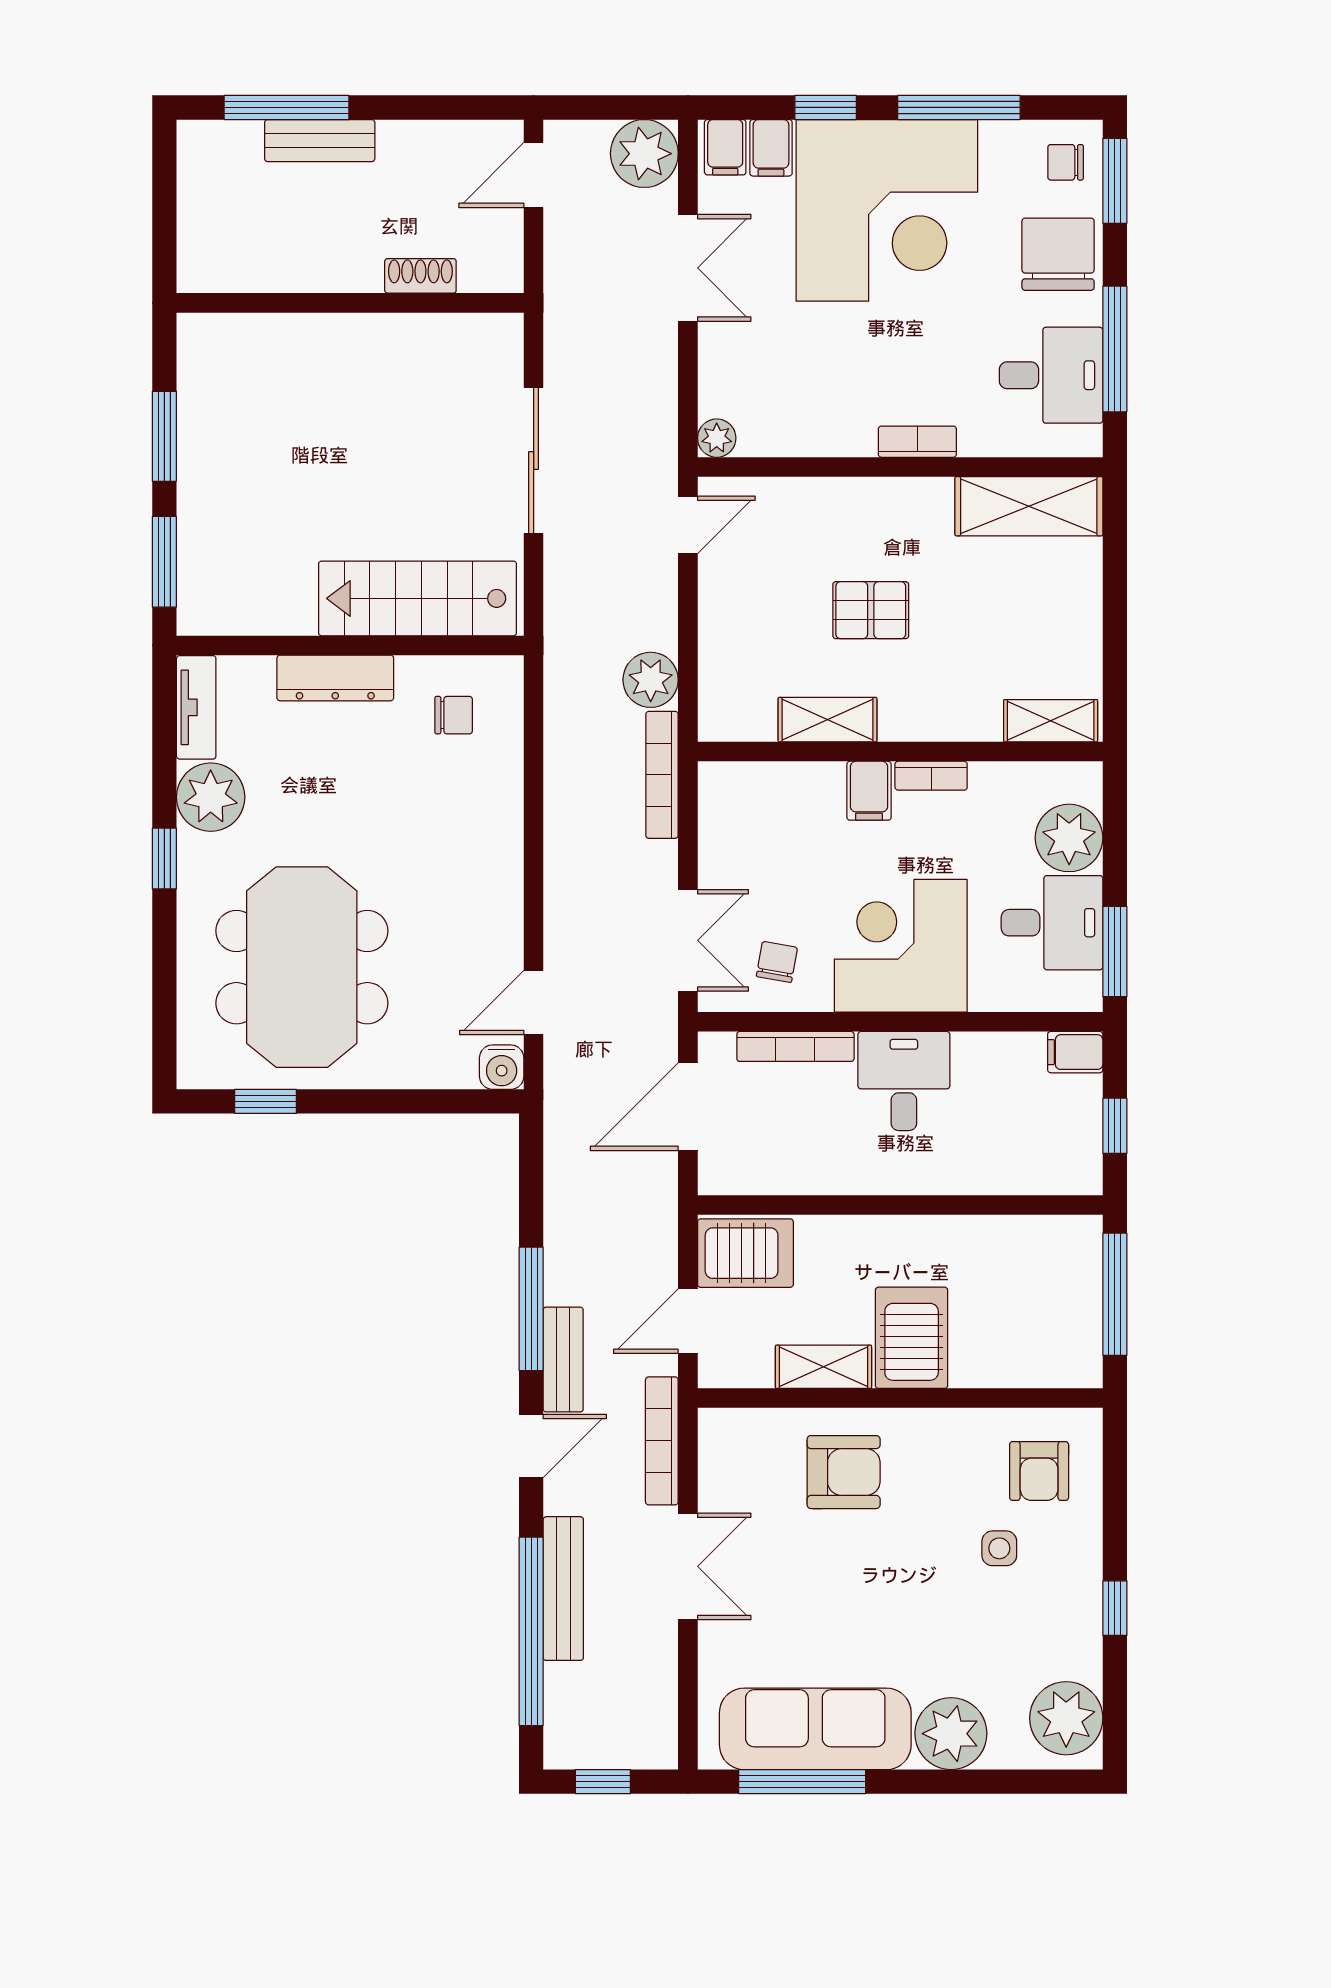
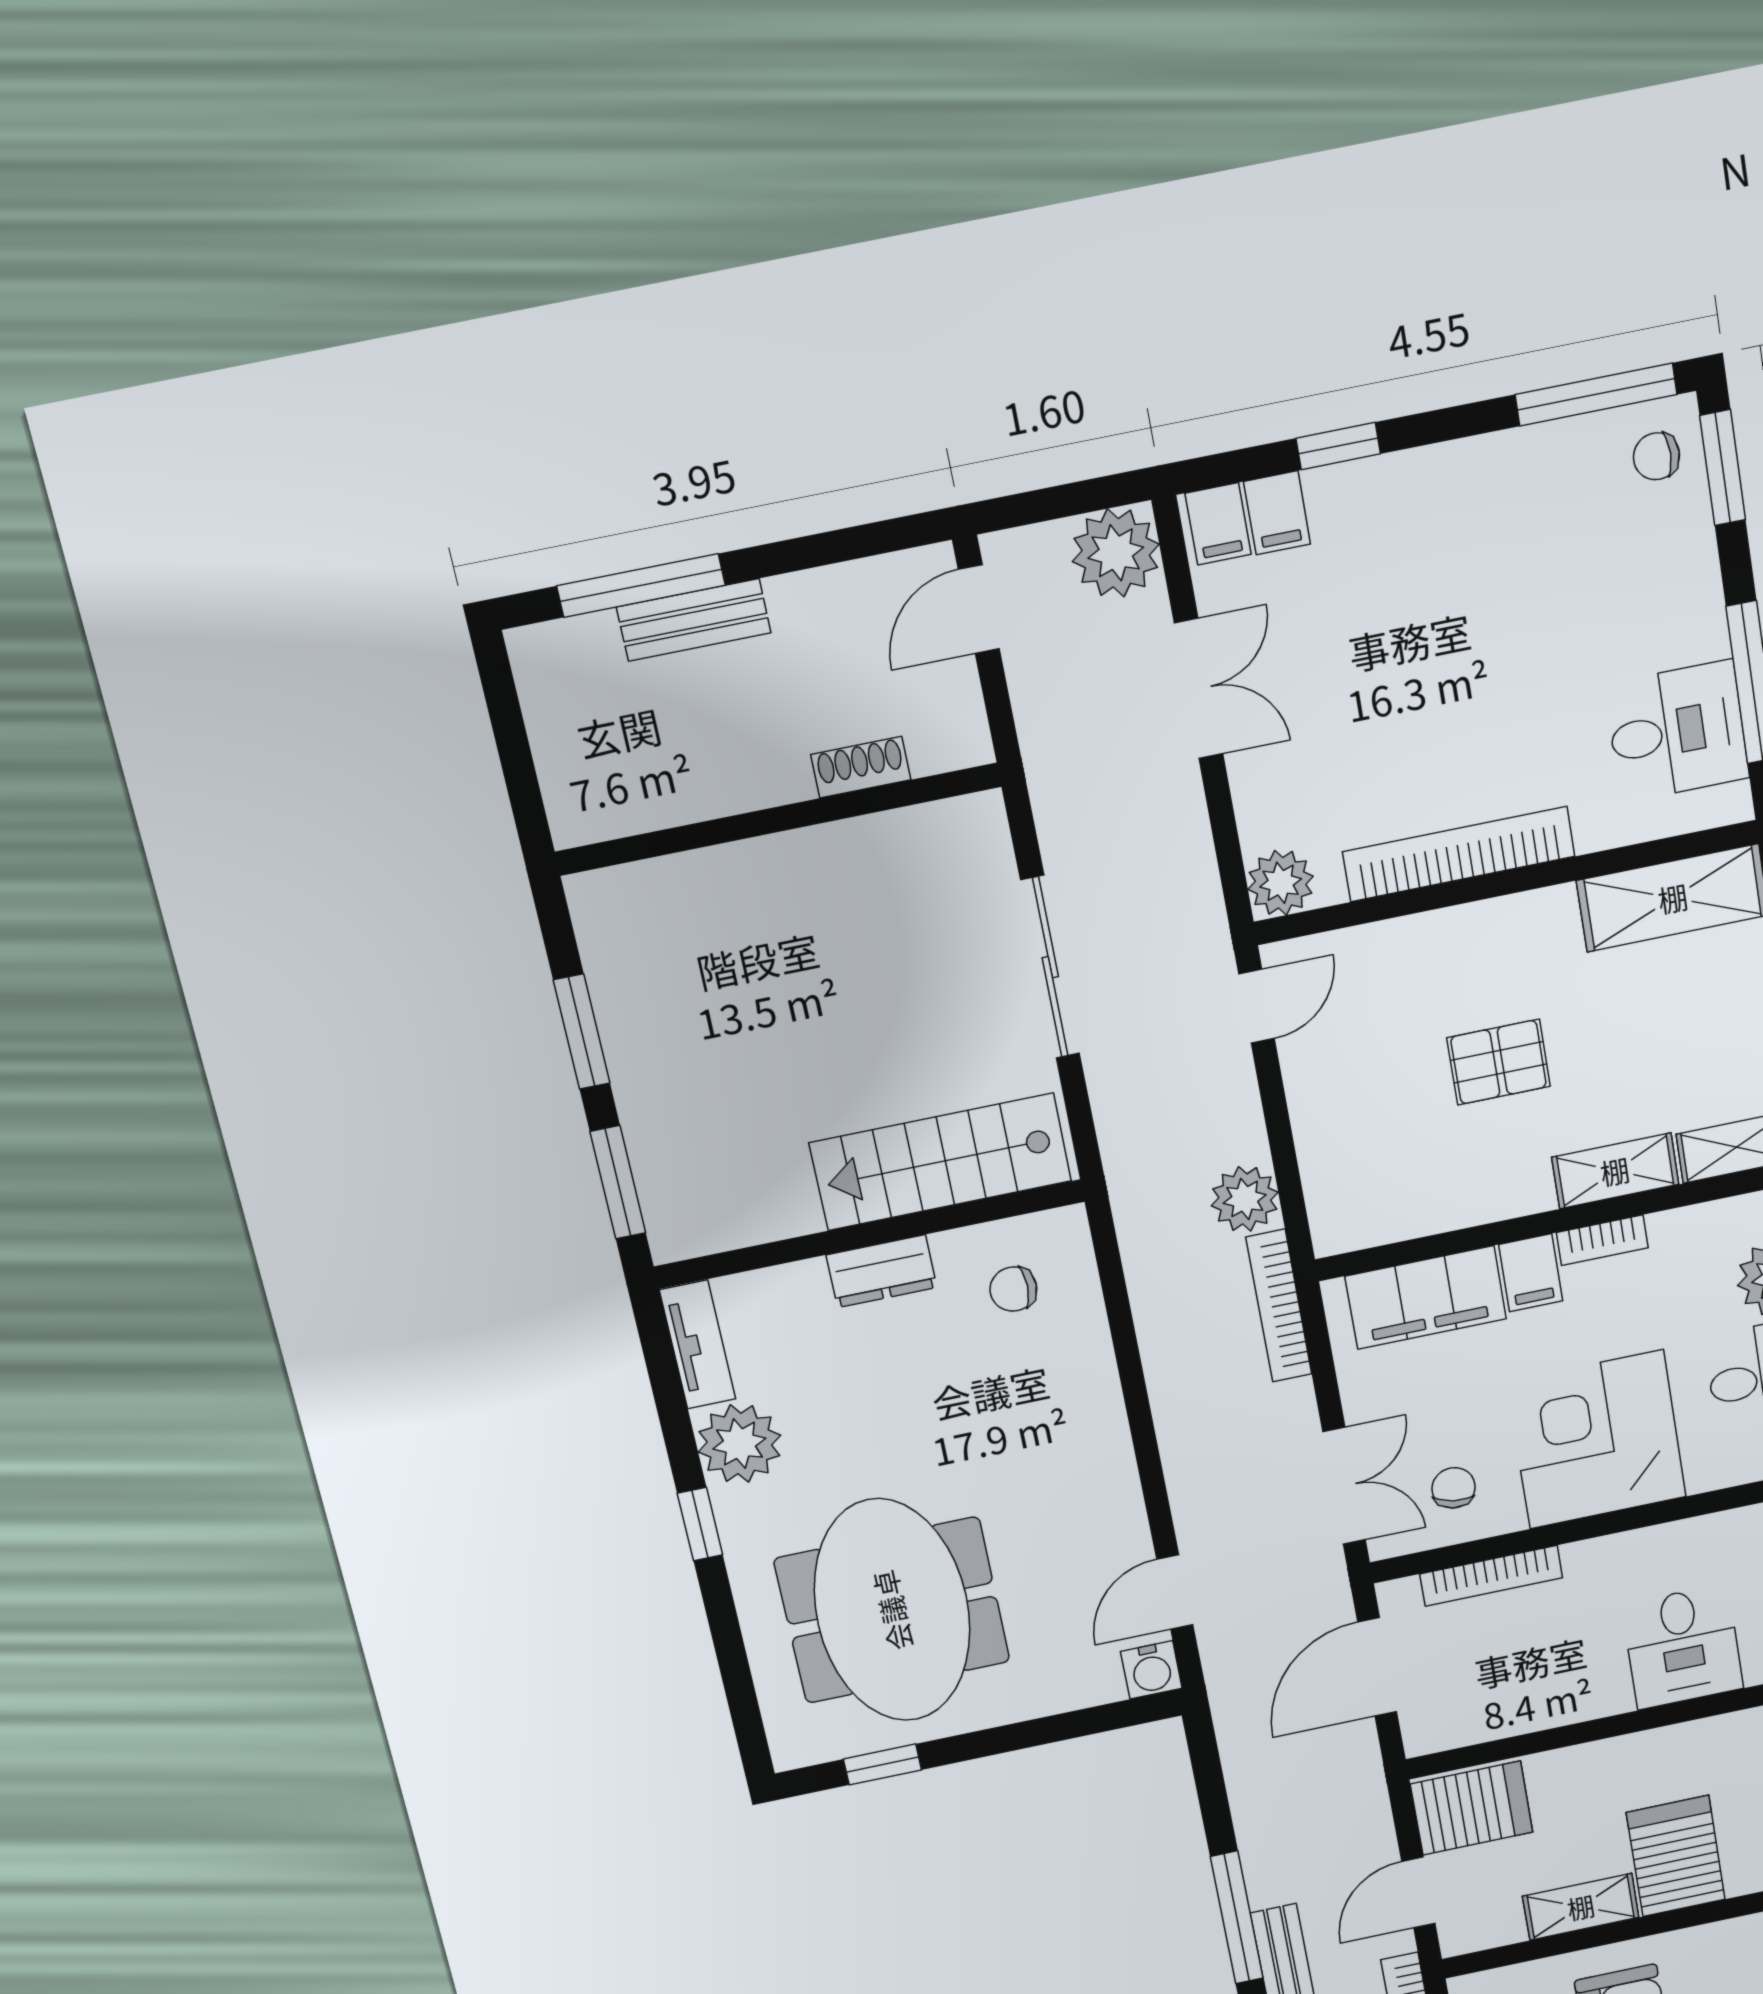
window: (959, 107) -> (1596, 394), moved
corner desk: (887, 210) -> (1439, 564), removed
chair: (1058, 254) -> (1664, 577), removed
plant: (717, 438) -> (1281, 883), width x1.38, depth x1.38
bookcase: (917, 442) -> (1459, 854), width x2.31, depth x1.31
dresser: (335, 678) -> (882, 1271), width x0.70
chair: (454, 715) -> (1013, 1289), turned 180
shelving: (827, 720) -> (1615, 1171), moved
filing cabinet: (781, 793) -> (1426, 1298), added
desk: (904, 1081) -> (1683, 1647), moved, turned 180

